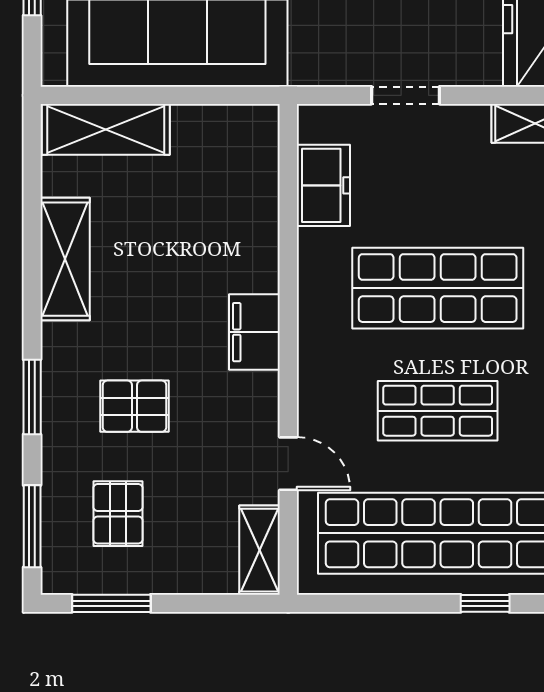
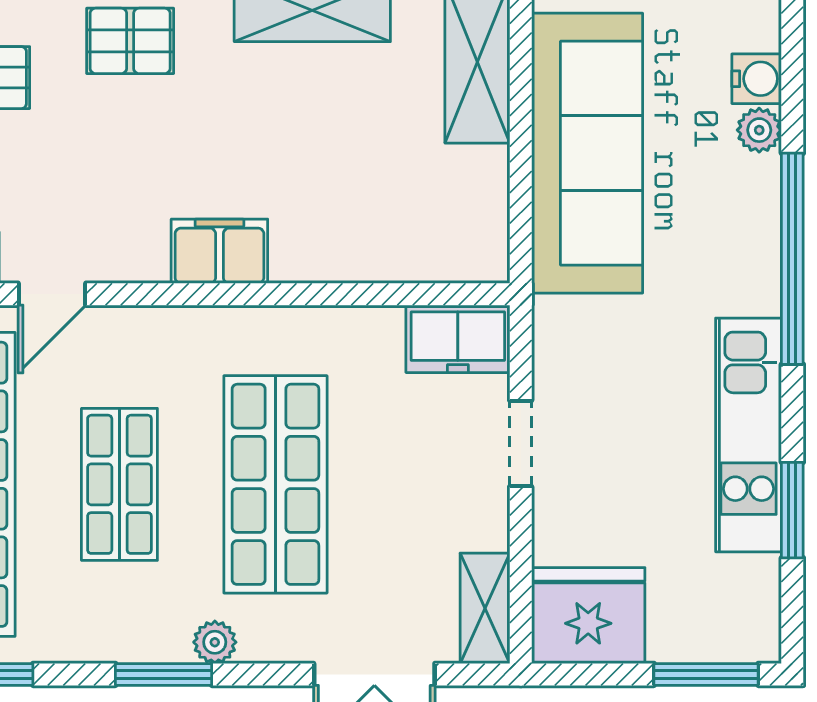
freezer: (323, 185) -> (458, 339), moved
pallet: (134, 406) -> (130, 41), moved, turned 90

